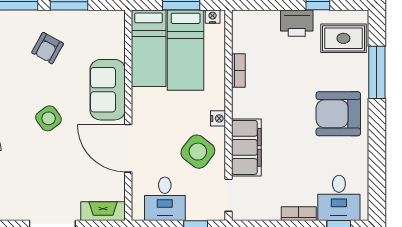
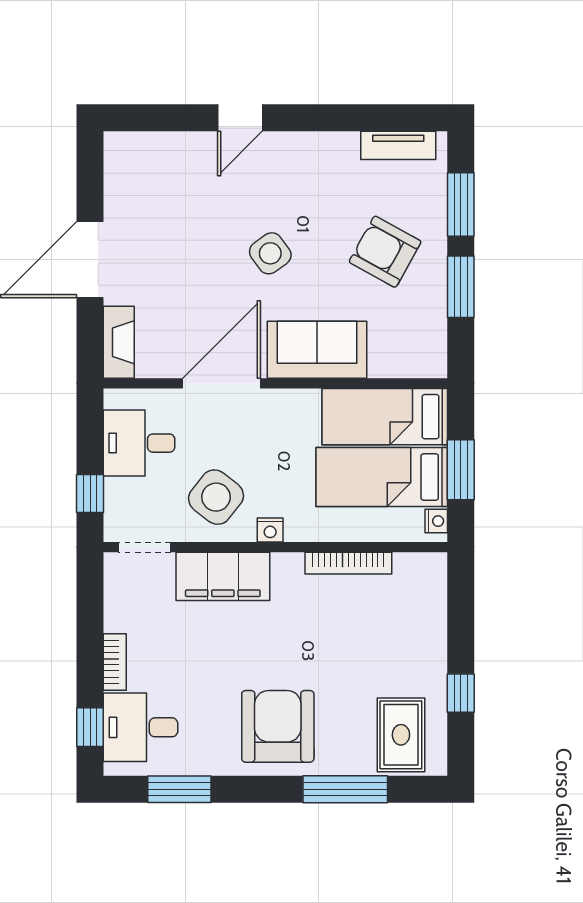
printer: (297, 23) -> (426, 658), removed
armchair: (48, 48) -> (385, 252), width x1.38, depth x1.38
bookcase: (238, 71) -> (348, 563), width x1.56
window: (377, 174) -> (179, 789), added

